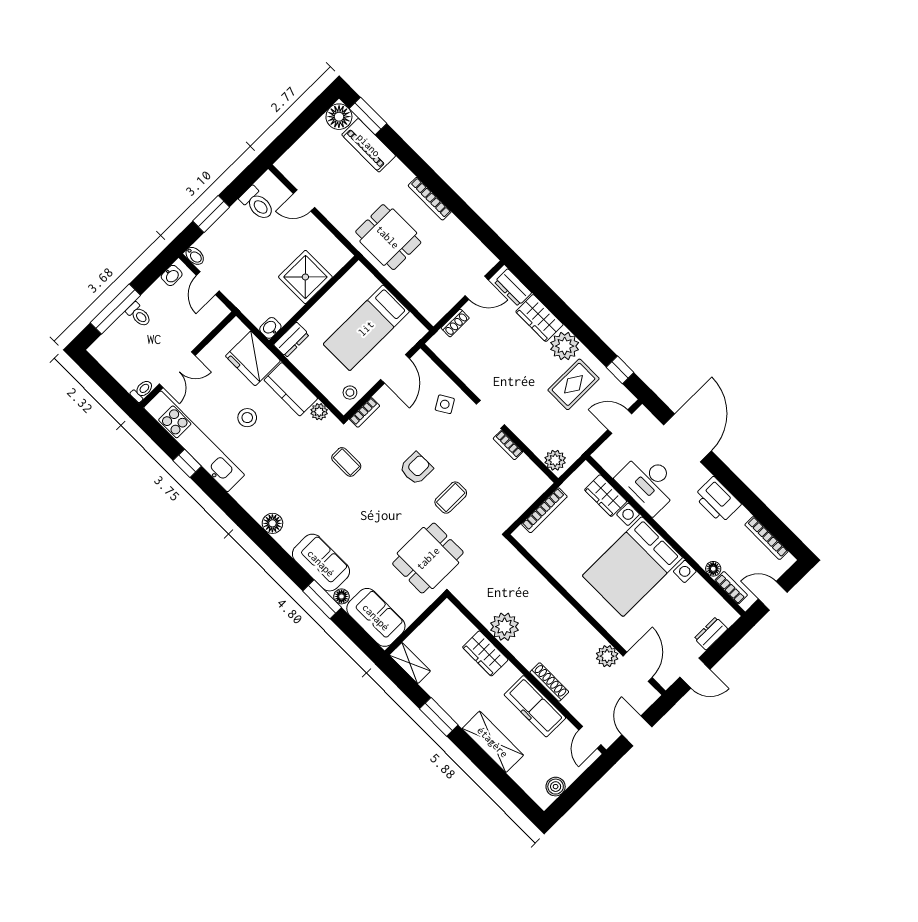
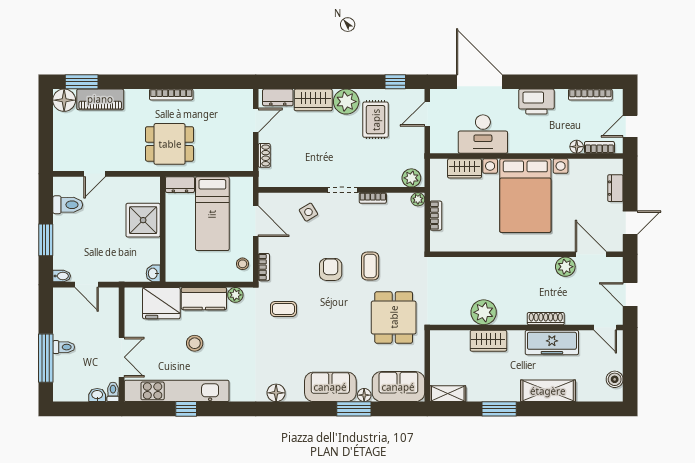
washbasin: (172, 275) -> (97, 395), moved, turned -90
dresser: (291, 340) -> (180, 185), moved, turned 90
plant: (543, 483) -> (418, 199), added
bookcase: (544, 510) -> (436, 216), width x0.64

